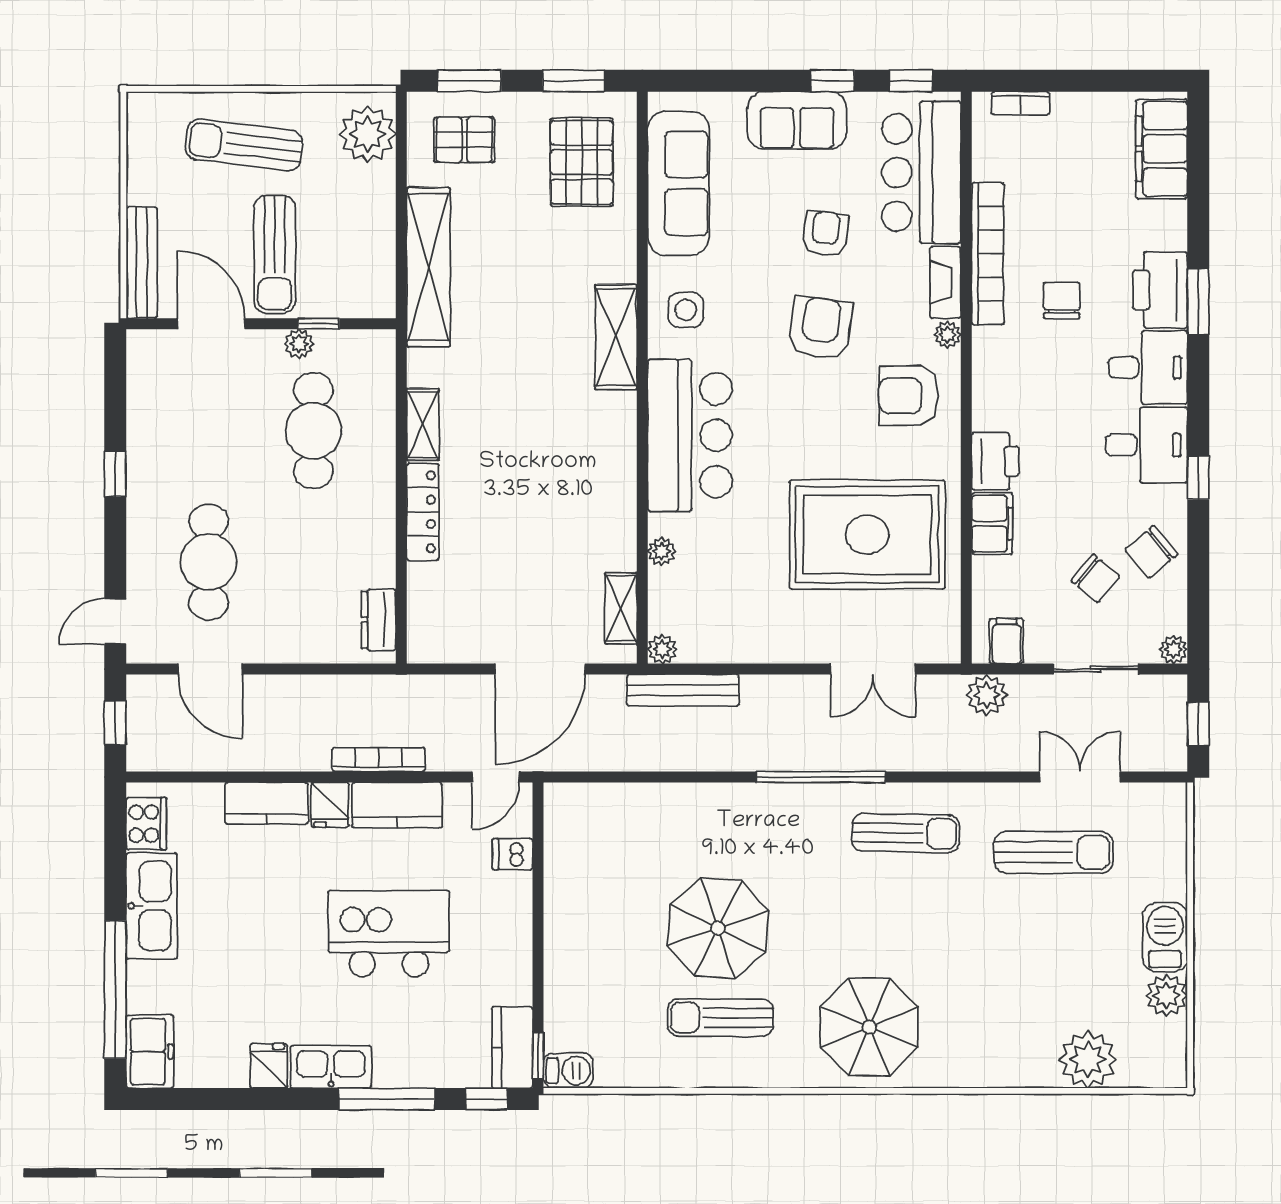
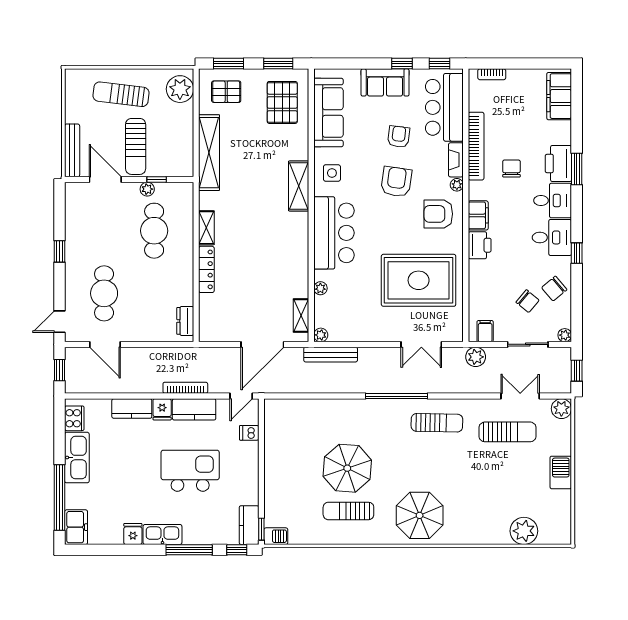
filing cabinet: (992, 524) -> (478, 215), moved
plant: (1166, 995) -> (561, 409), moved

